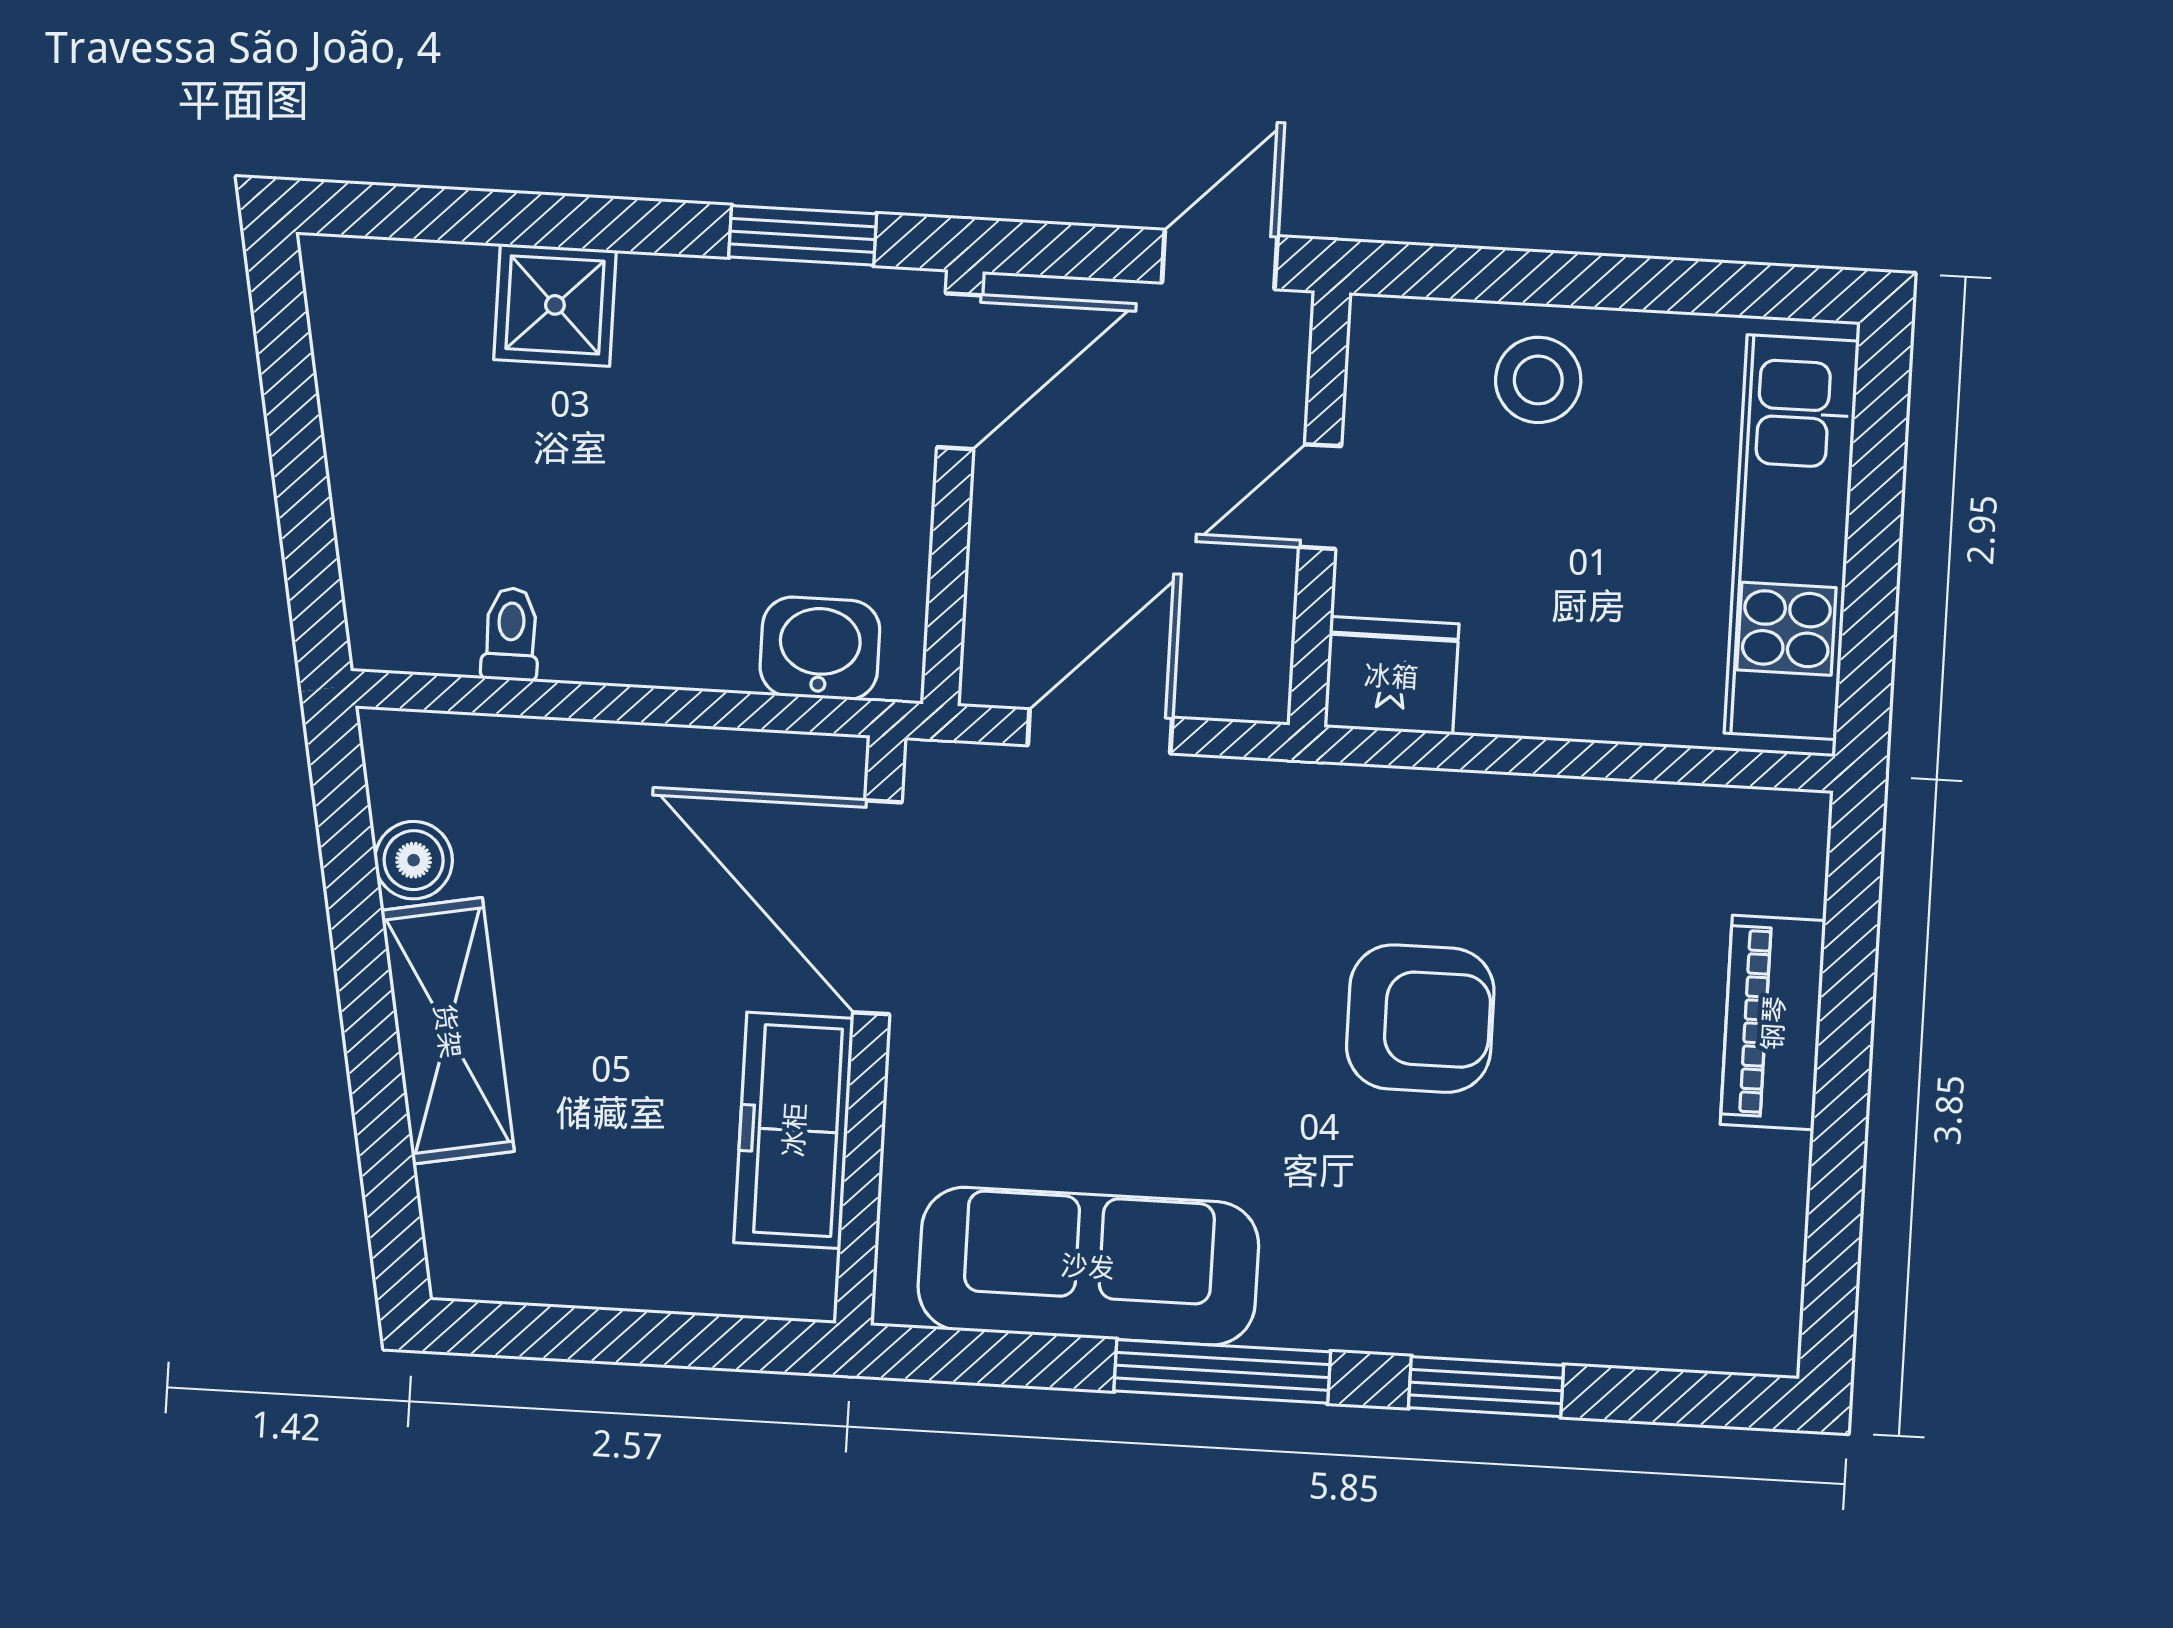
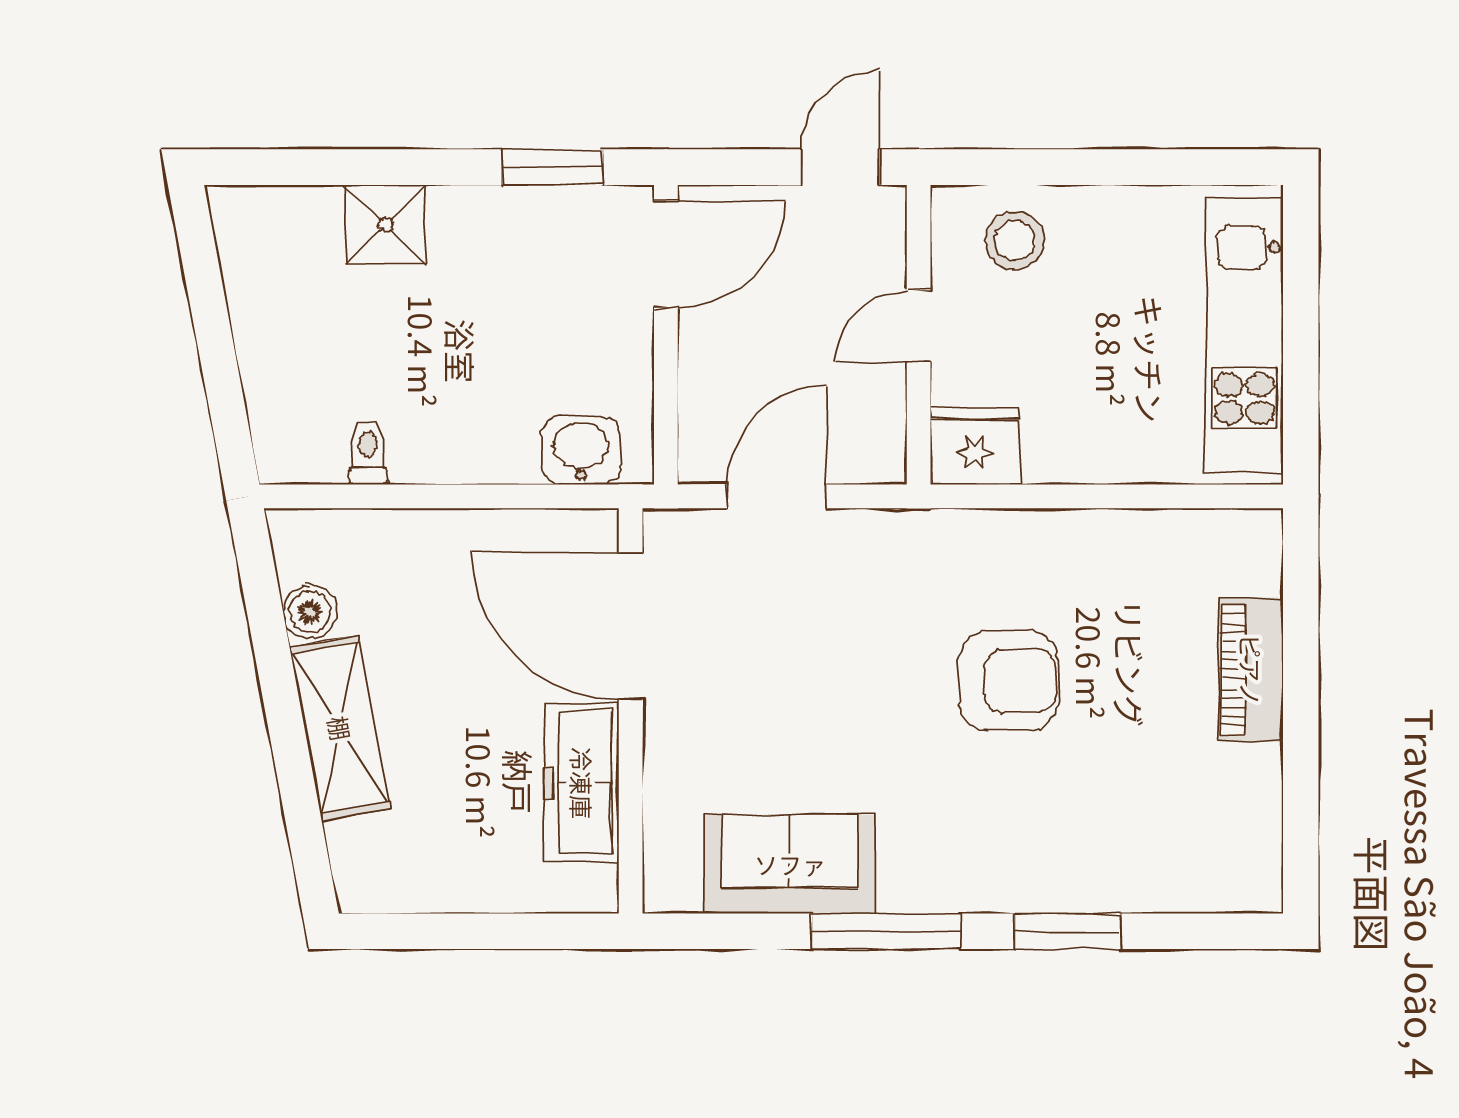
stool: (1538, 380) -> (1015, 240), moved
sofa: (1088, 1266) -> (790, 864), width x0.73

